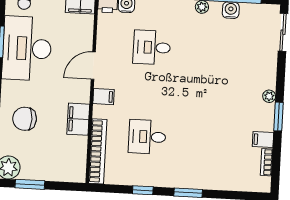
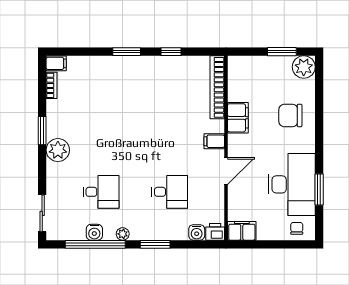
plant: (269, 96) -> (58, 150), width x1.88, depth x1.88
chair: (25, 119) -> (290, 115), turned 180
desk: (147, 137) -> (101, 192), moved
filing cabinet: (263, 139) -> (56, 63), moved

